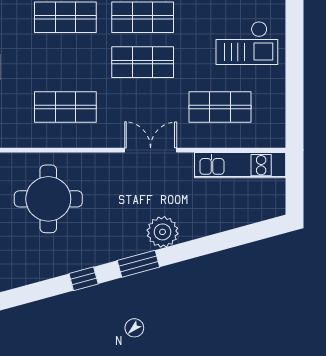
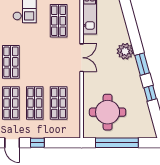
shop shelf: (143, 62) -> (35, 103), moved
double door: (151, 150) -> (82, 58), swing flipped

